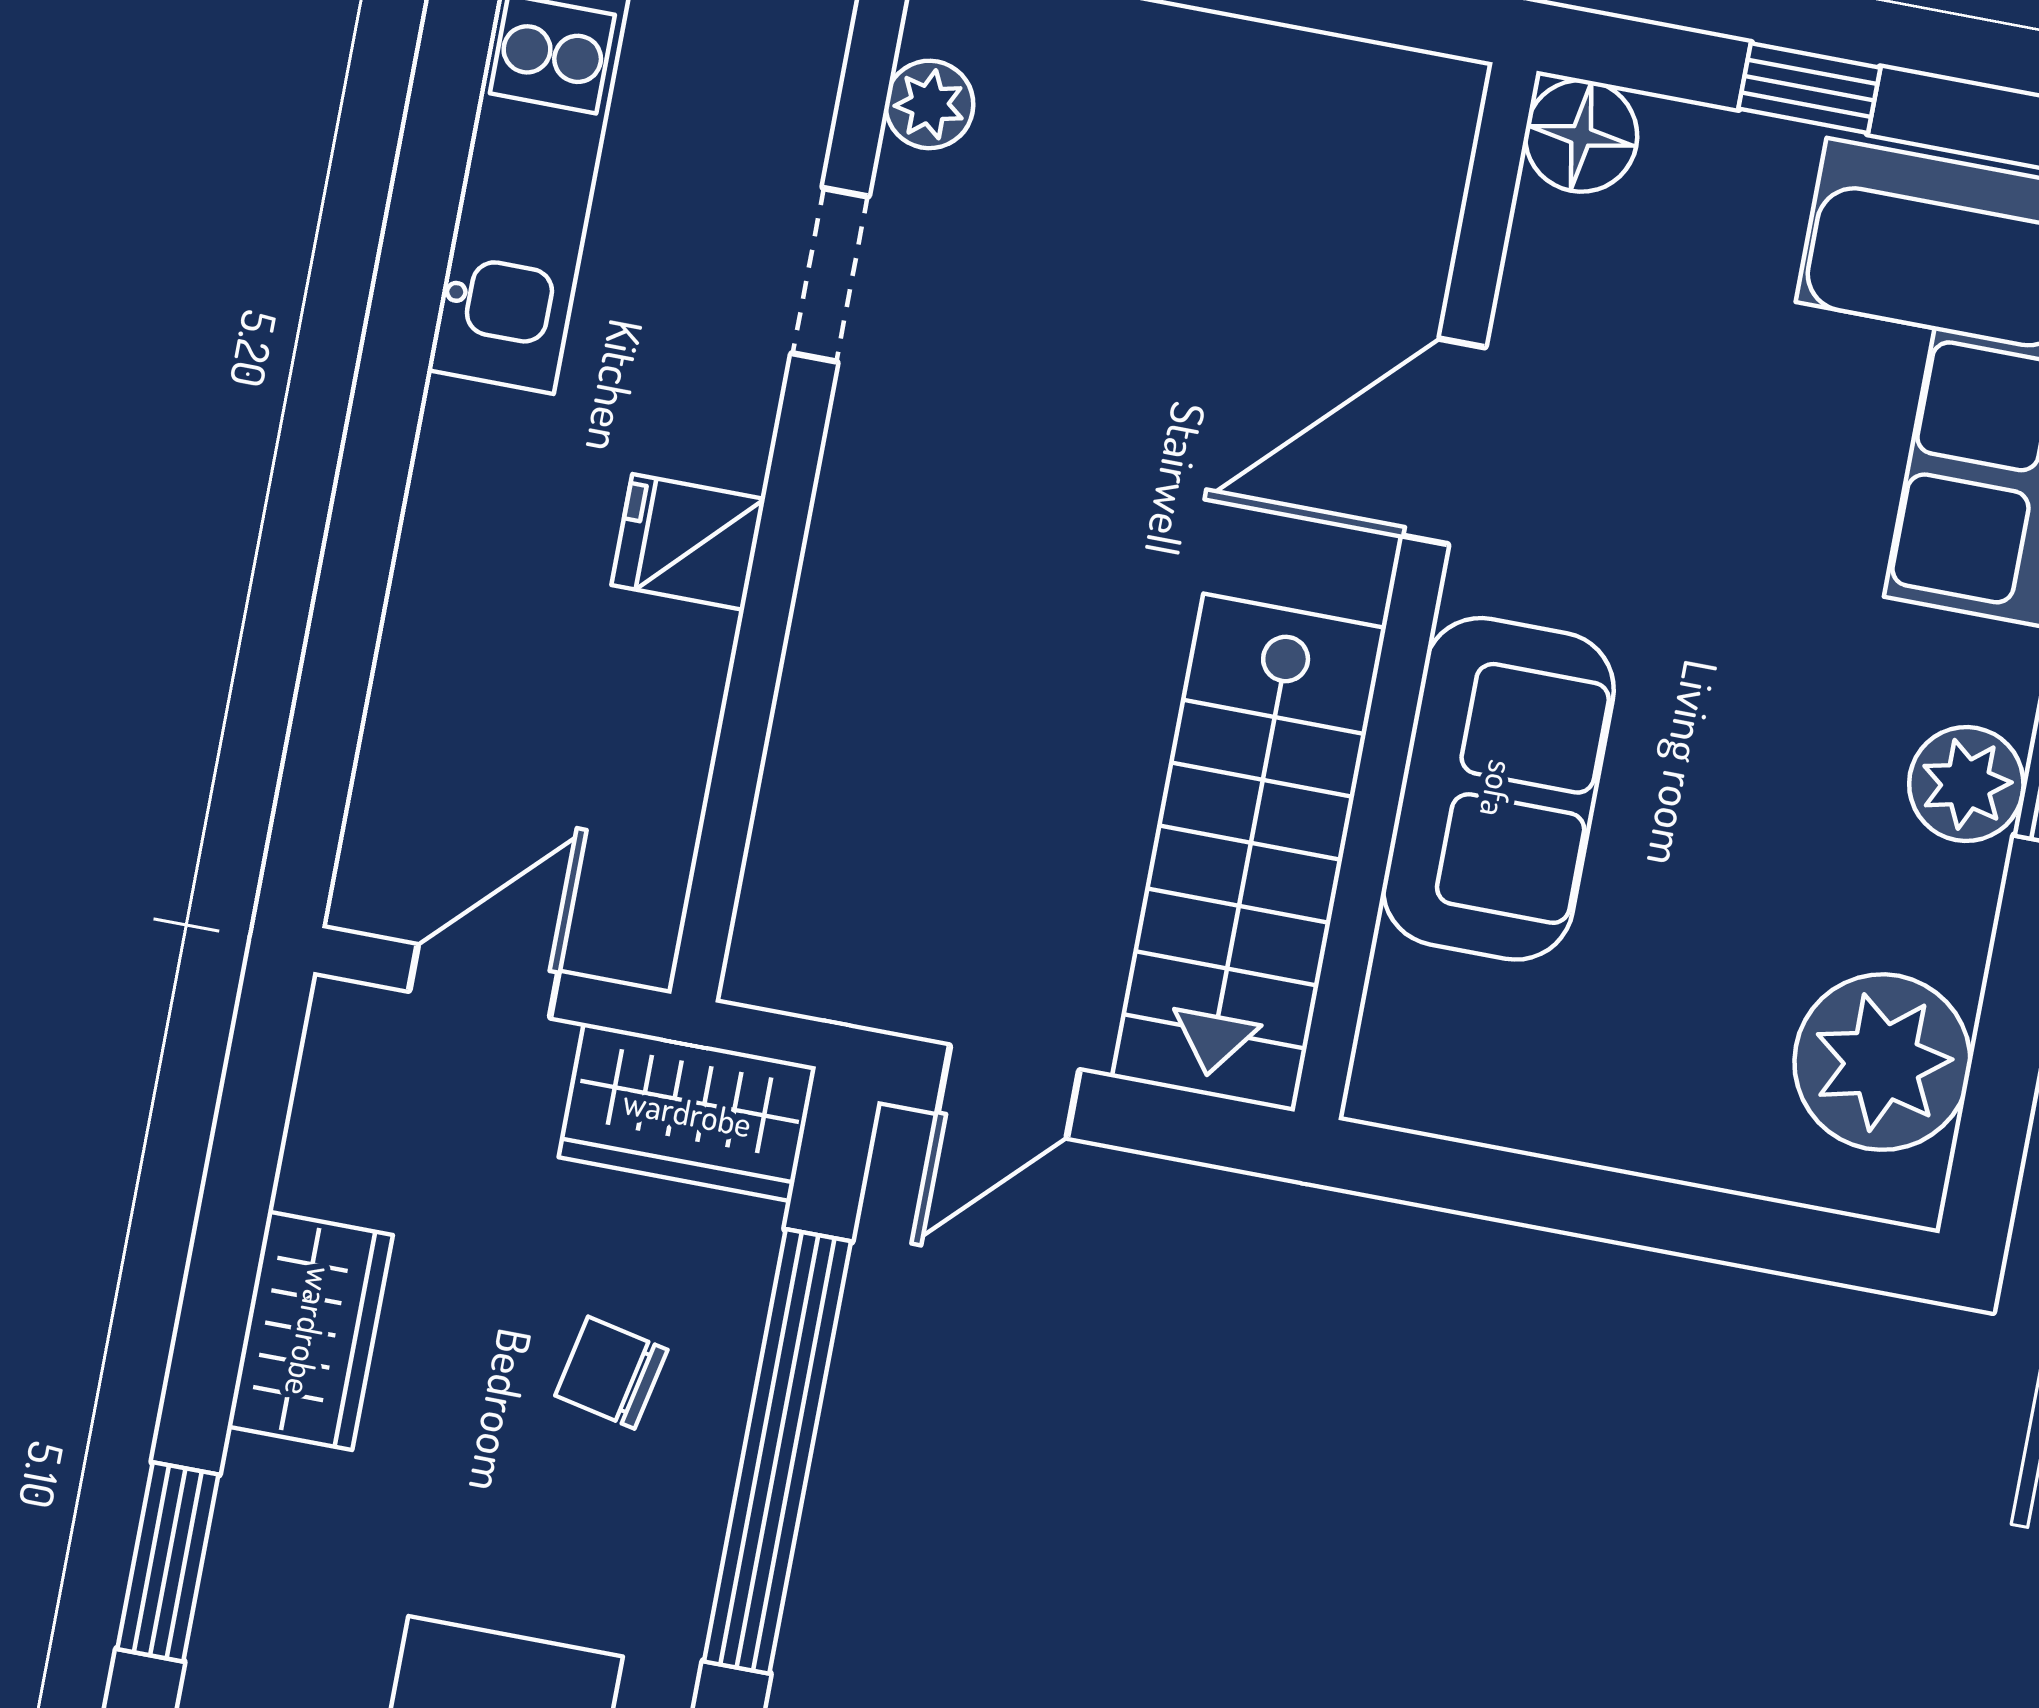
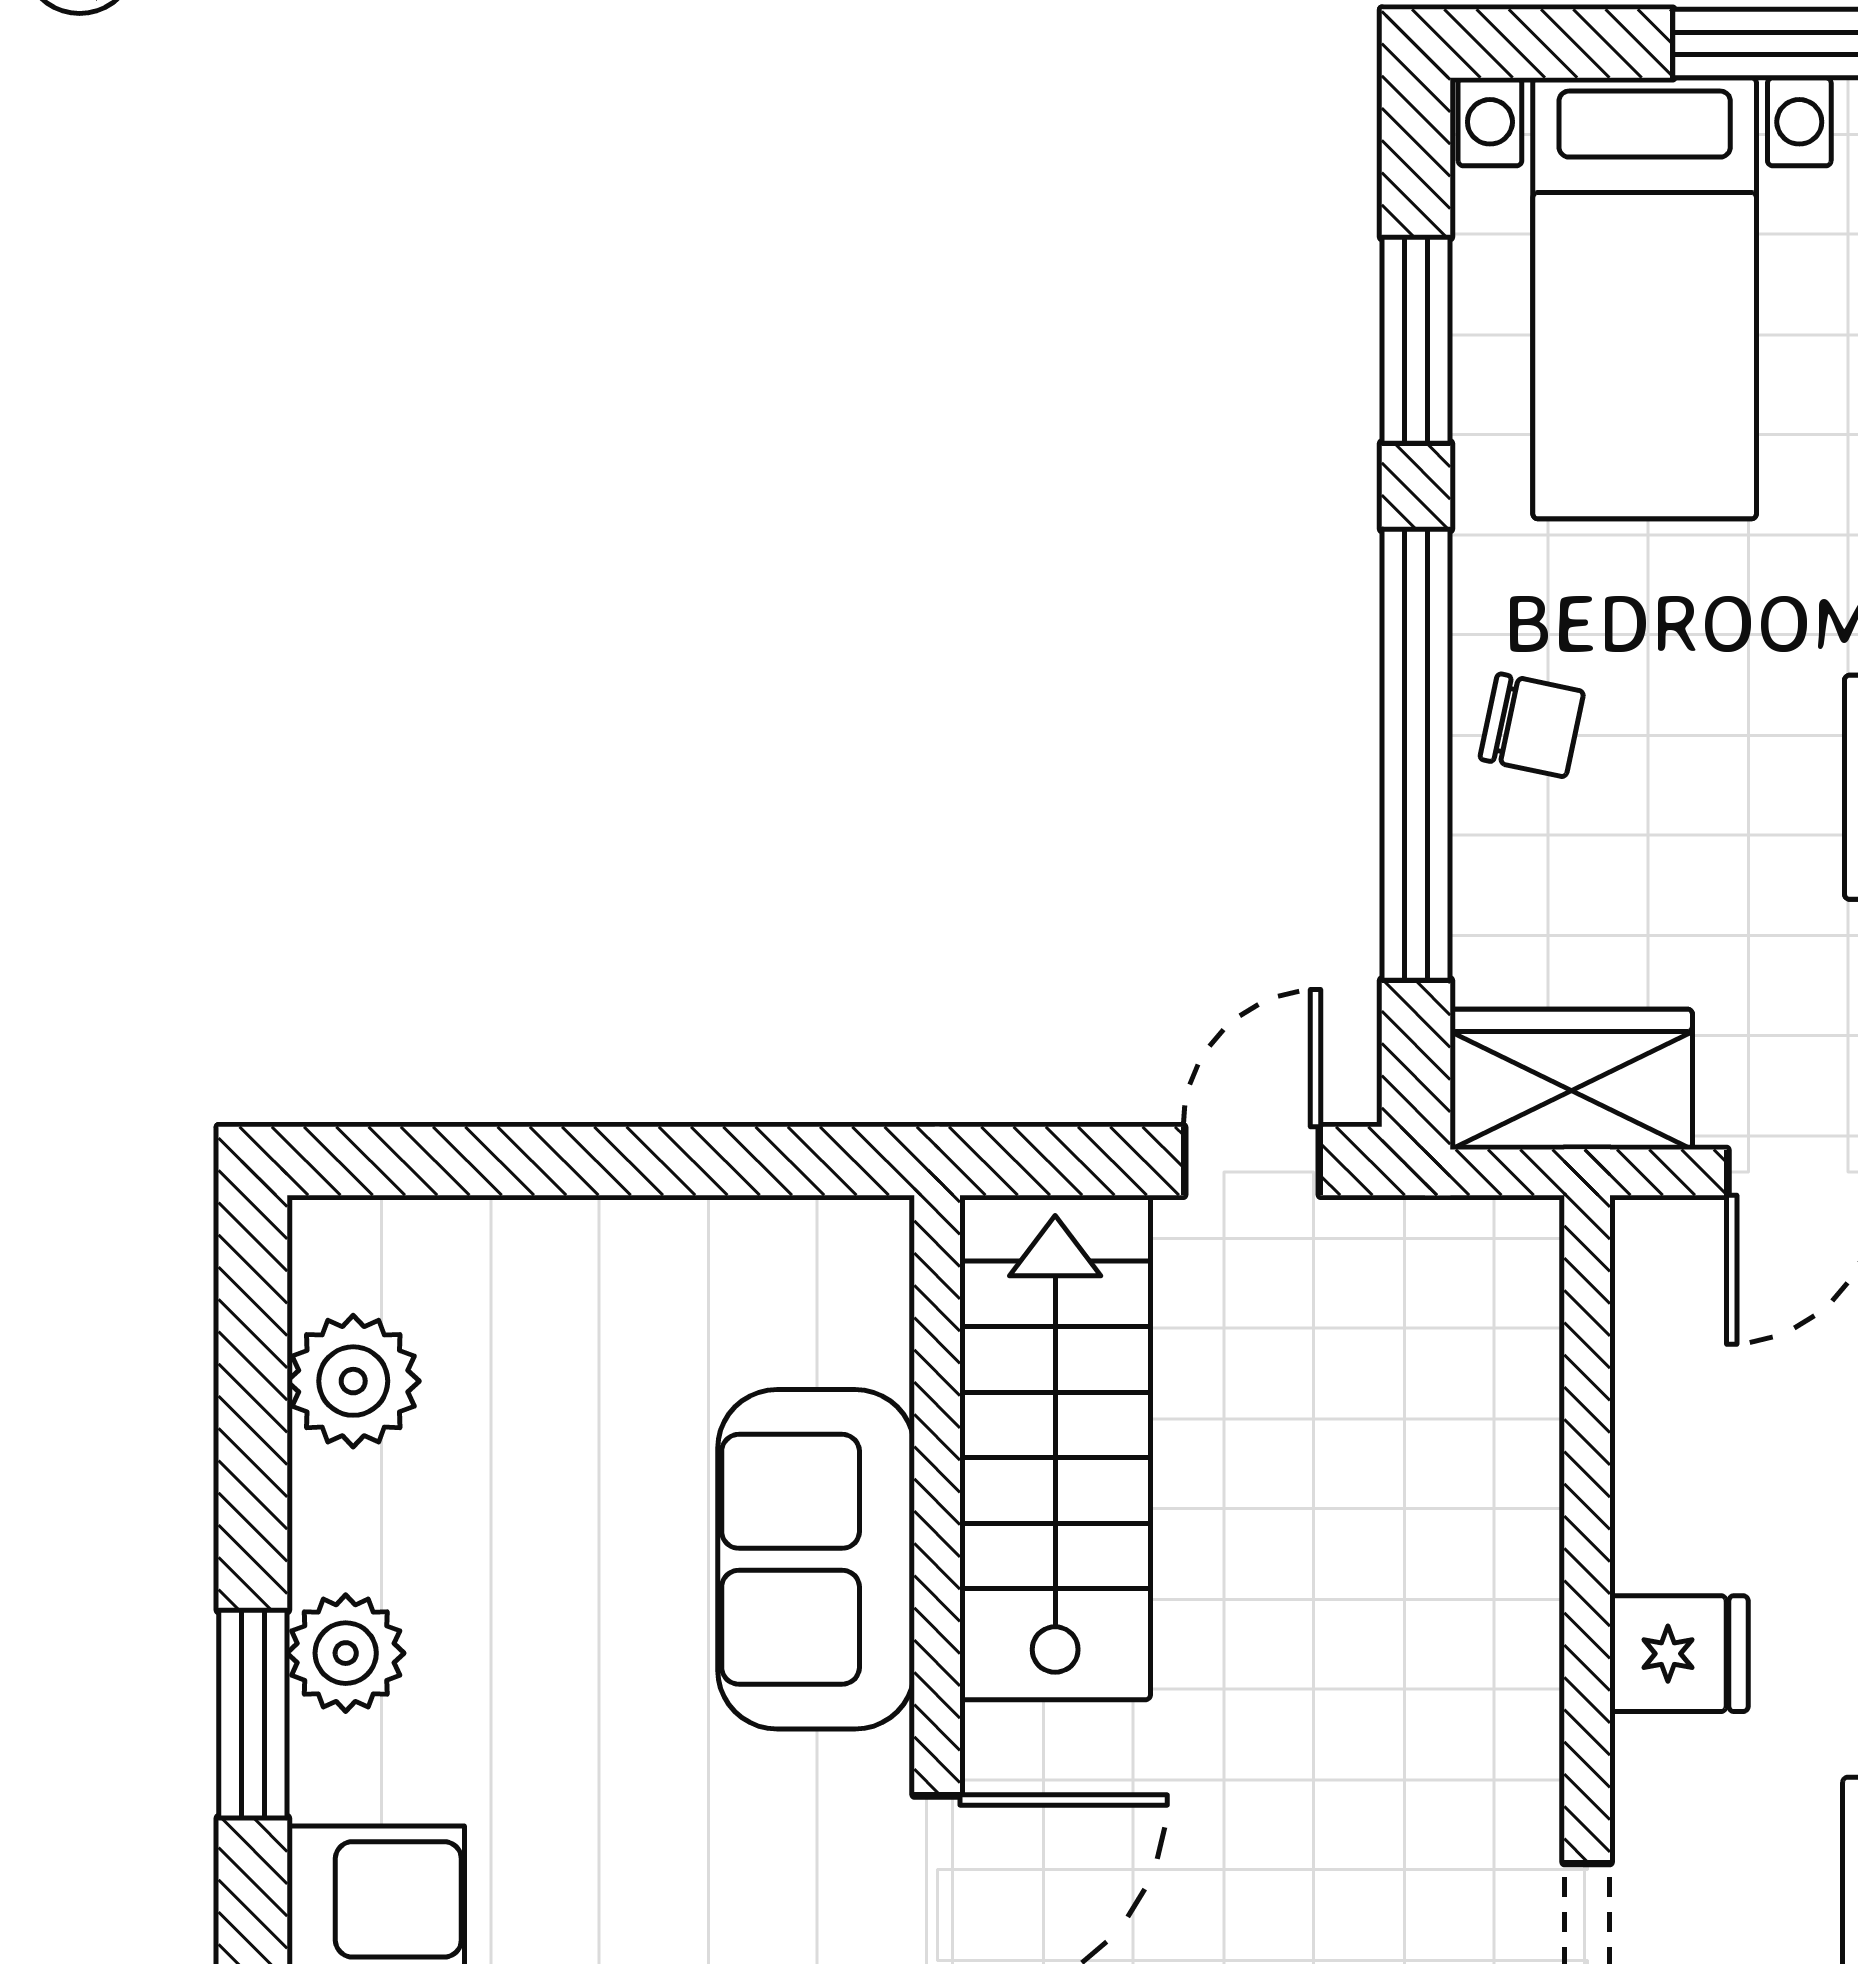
plant: (1882, 1062) -> (353, 1381), width x0.73, depth x0.73
chair: (611, 1373) -> (1532, 725), moved

